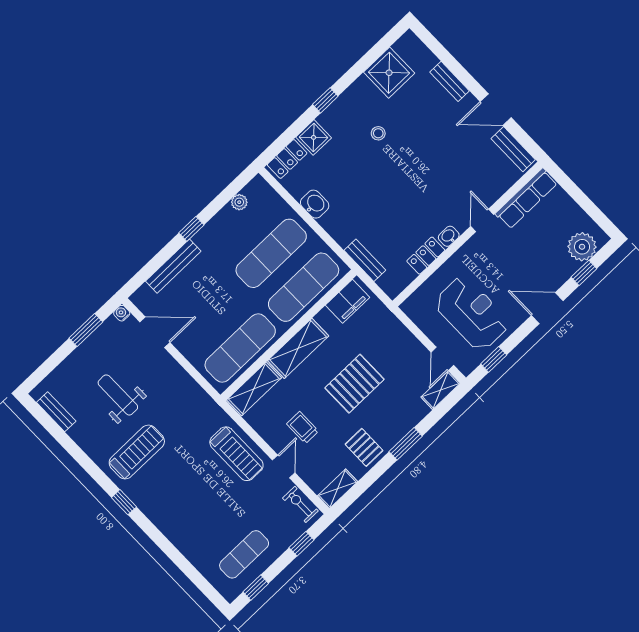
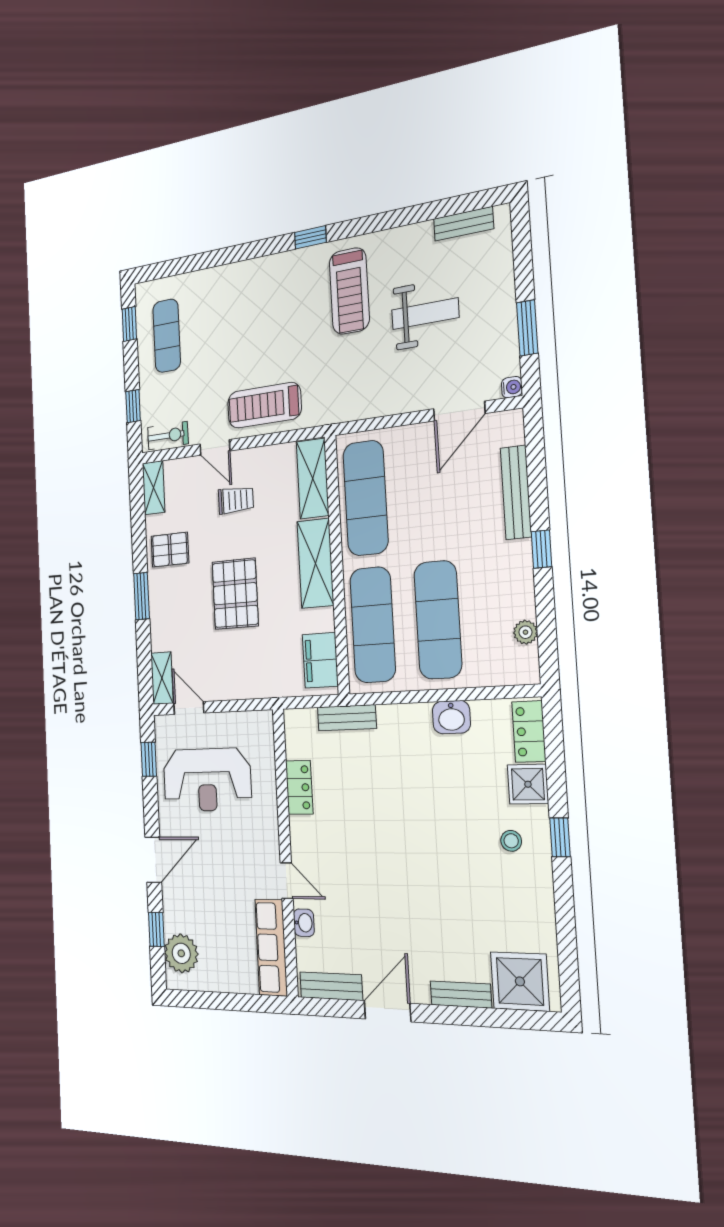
shower: (389, 73) -> (520, 981), moved
stool: (378, 133) -> (511, 841), moved
washbasin: (449, 236) -> (304, 923), moved

